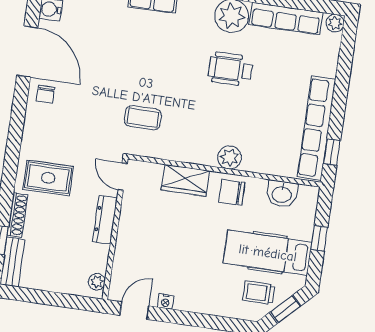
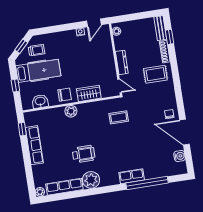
row of seats: (316, 128) -> (34, 145), width x0.73

